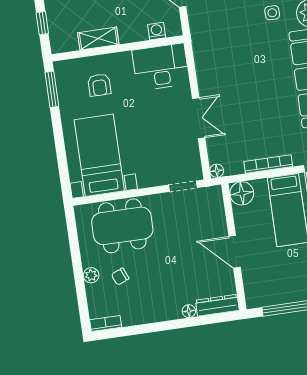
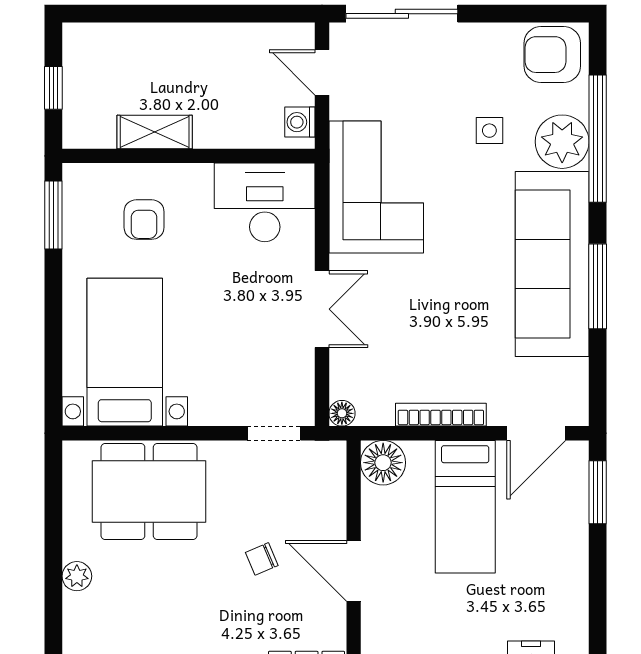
washing machine: (157, 31) -> (300, 122), moved, turned -90
corner sofa: (218, 50) -> (376, 187), added
chair: (120, 277) -> (262, 559), moved

